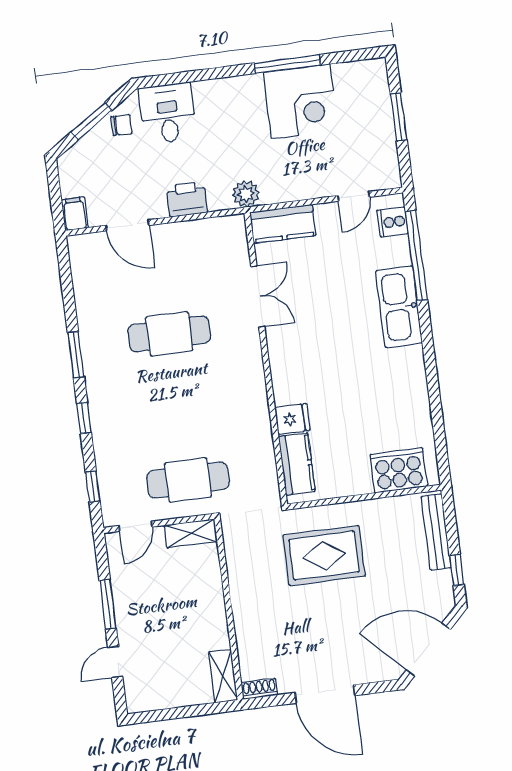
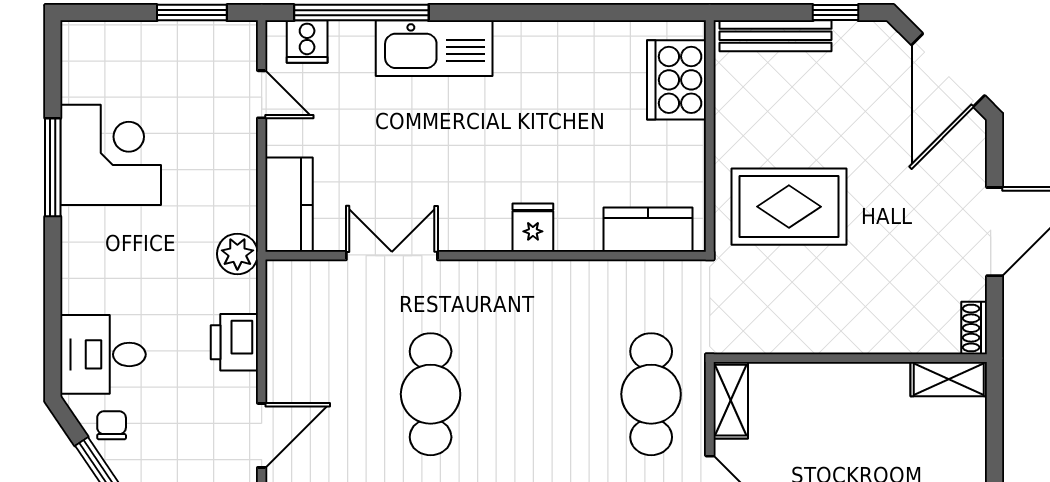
window: (399, 117) -> (192, 13), moved
fridge: (292, 419) -> (533, 228), moved
rug: (324, 556) -> (789, 207), turned 90

